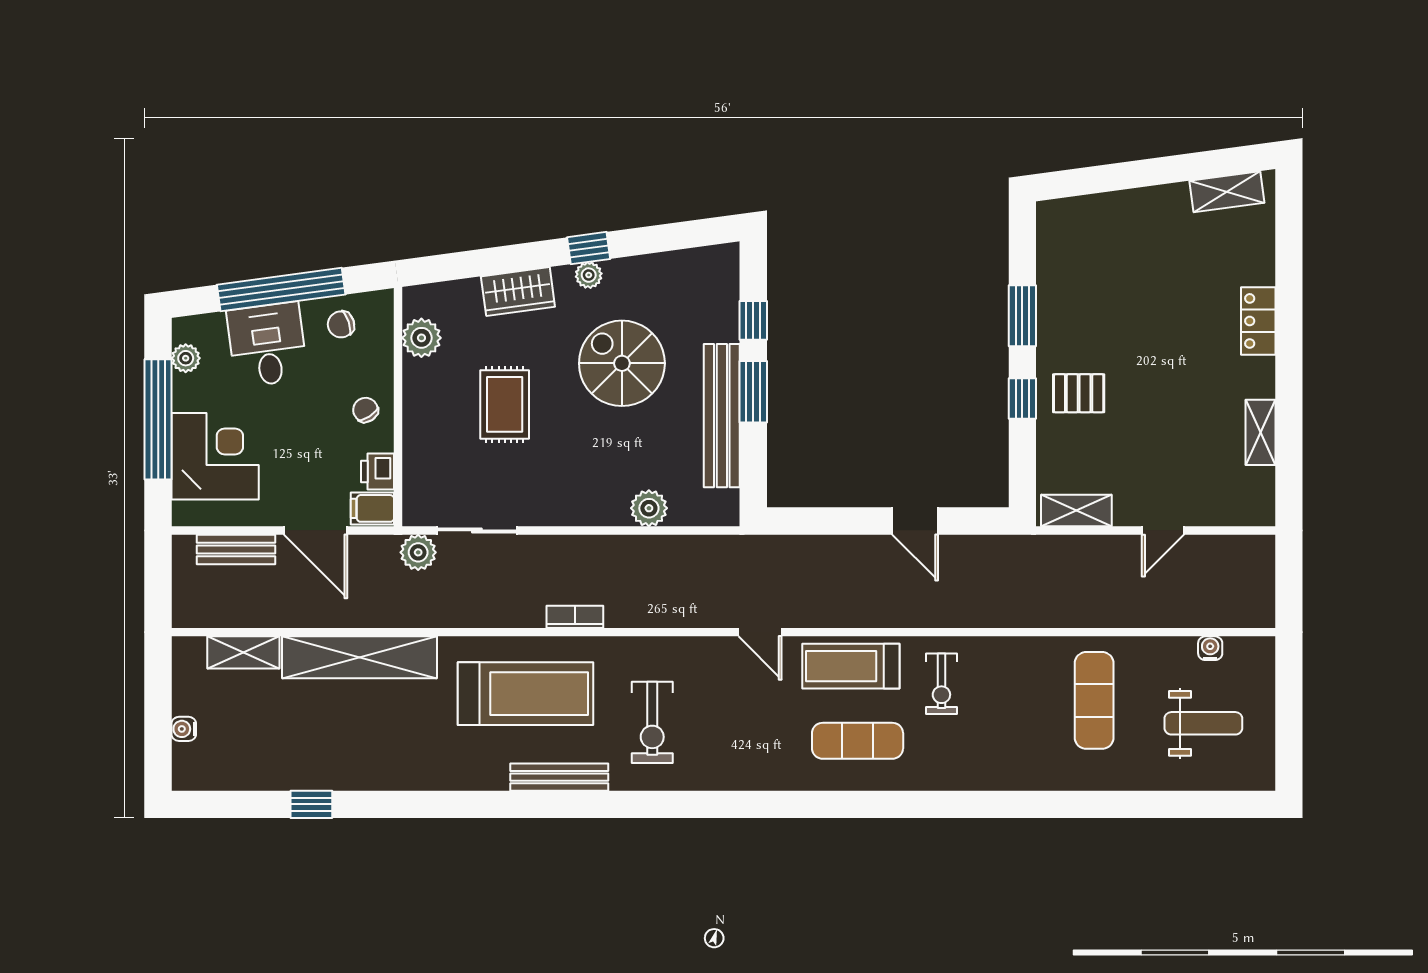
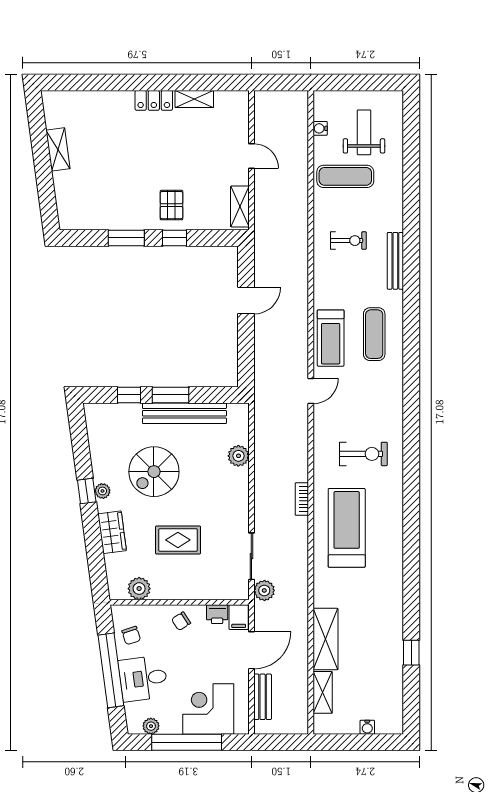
shelving: (1227, 192) -> (58, 149), moved
locker: (1258, 321) -> (154, 100), moved
shelving: (360, 657) -> (325, 639), width x0.68
exercise bike: (941, 684) -> (348, 241), moved
exercise mat: (1094, 700) -> (345, 176), moved
bench: (559, 777) -> (395, 261), moved

